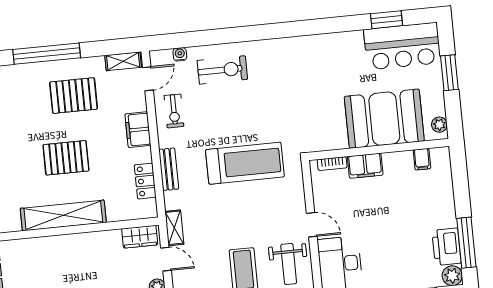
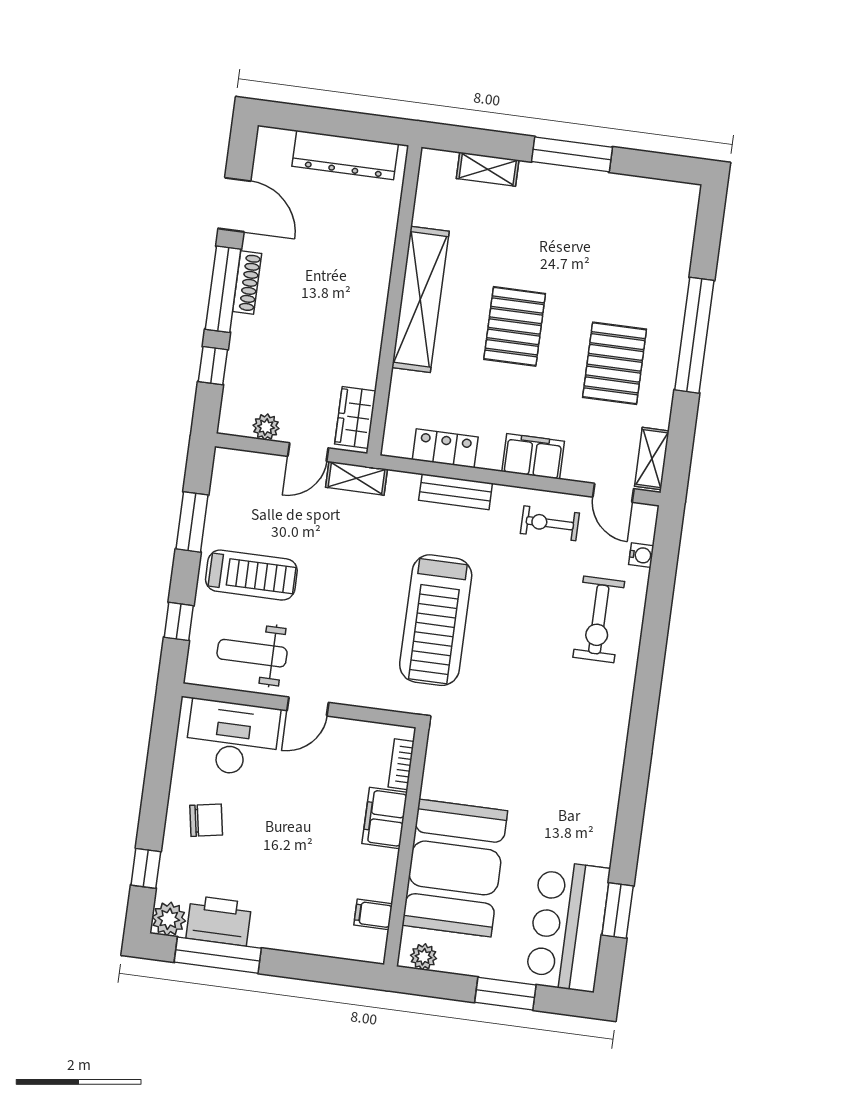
chair: (391, 268) -> (206, 820), added

